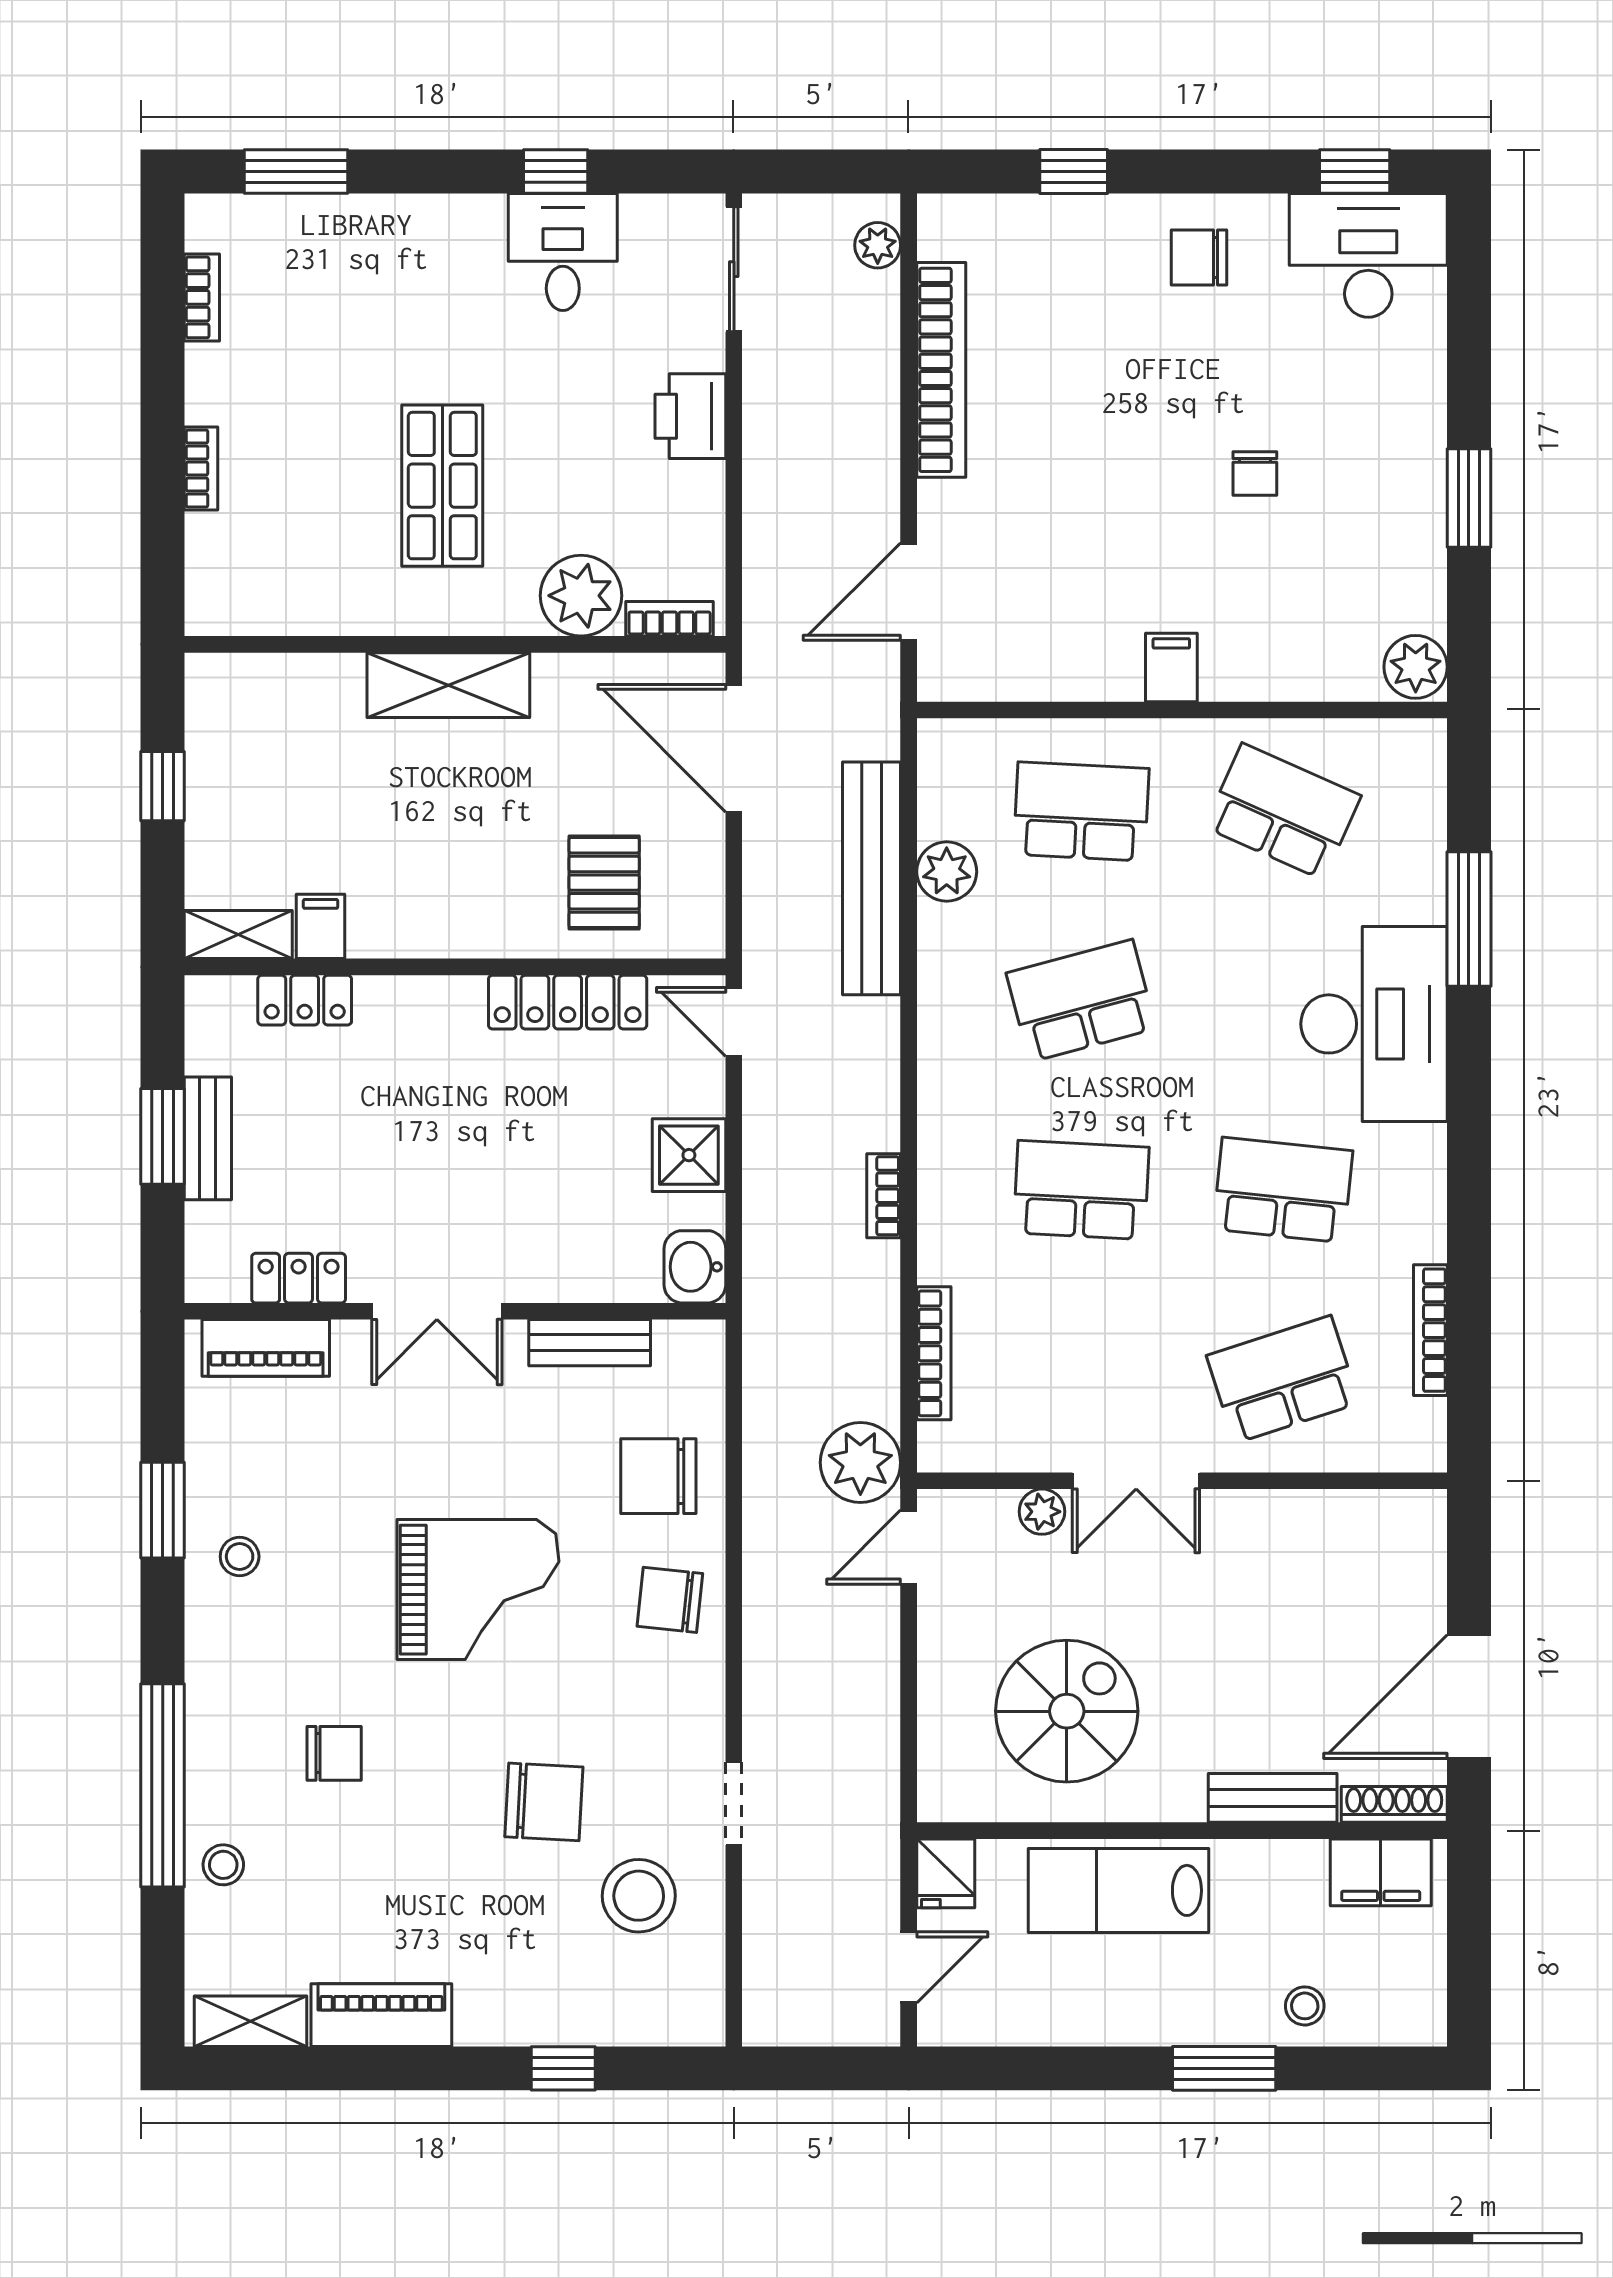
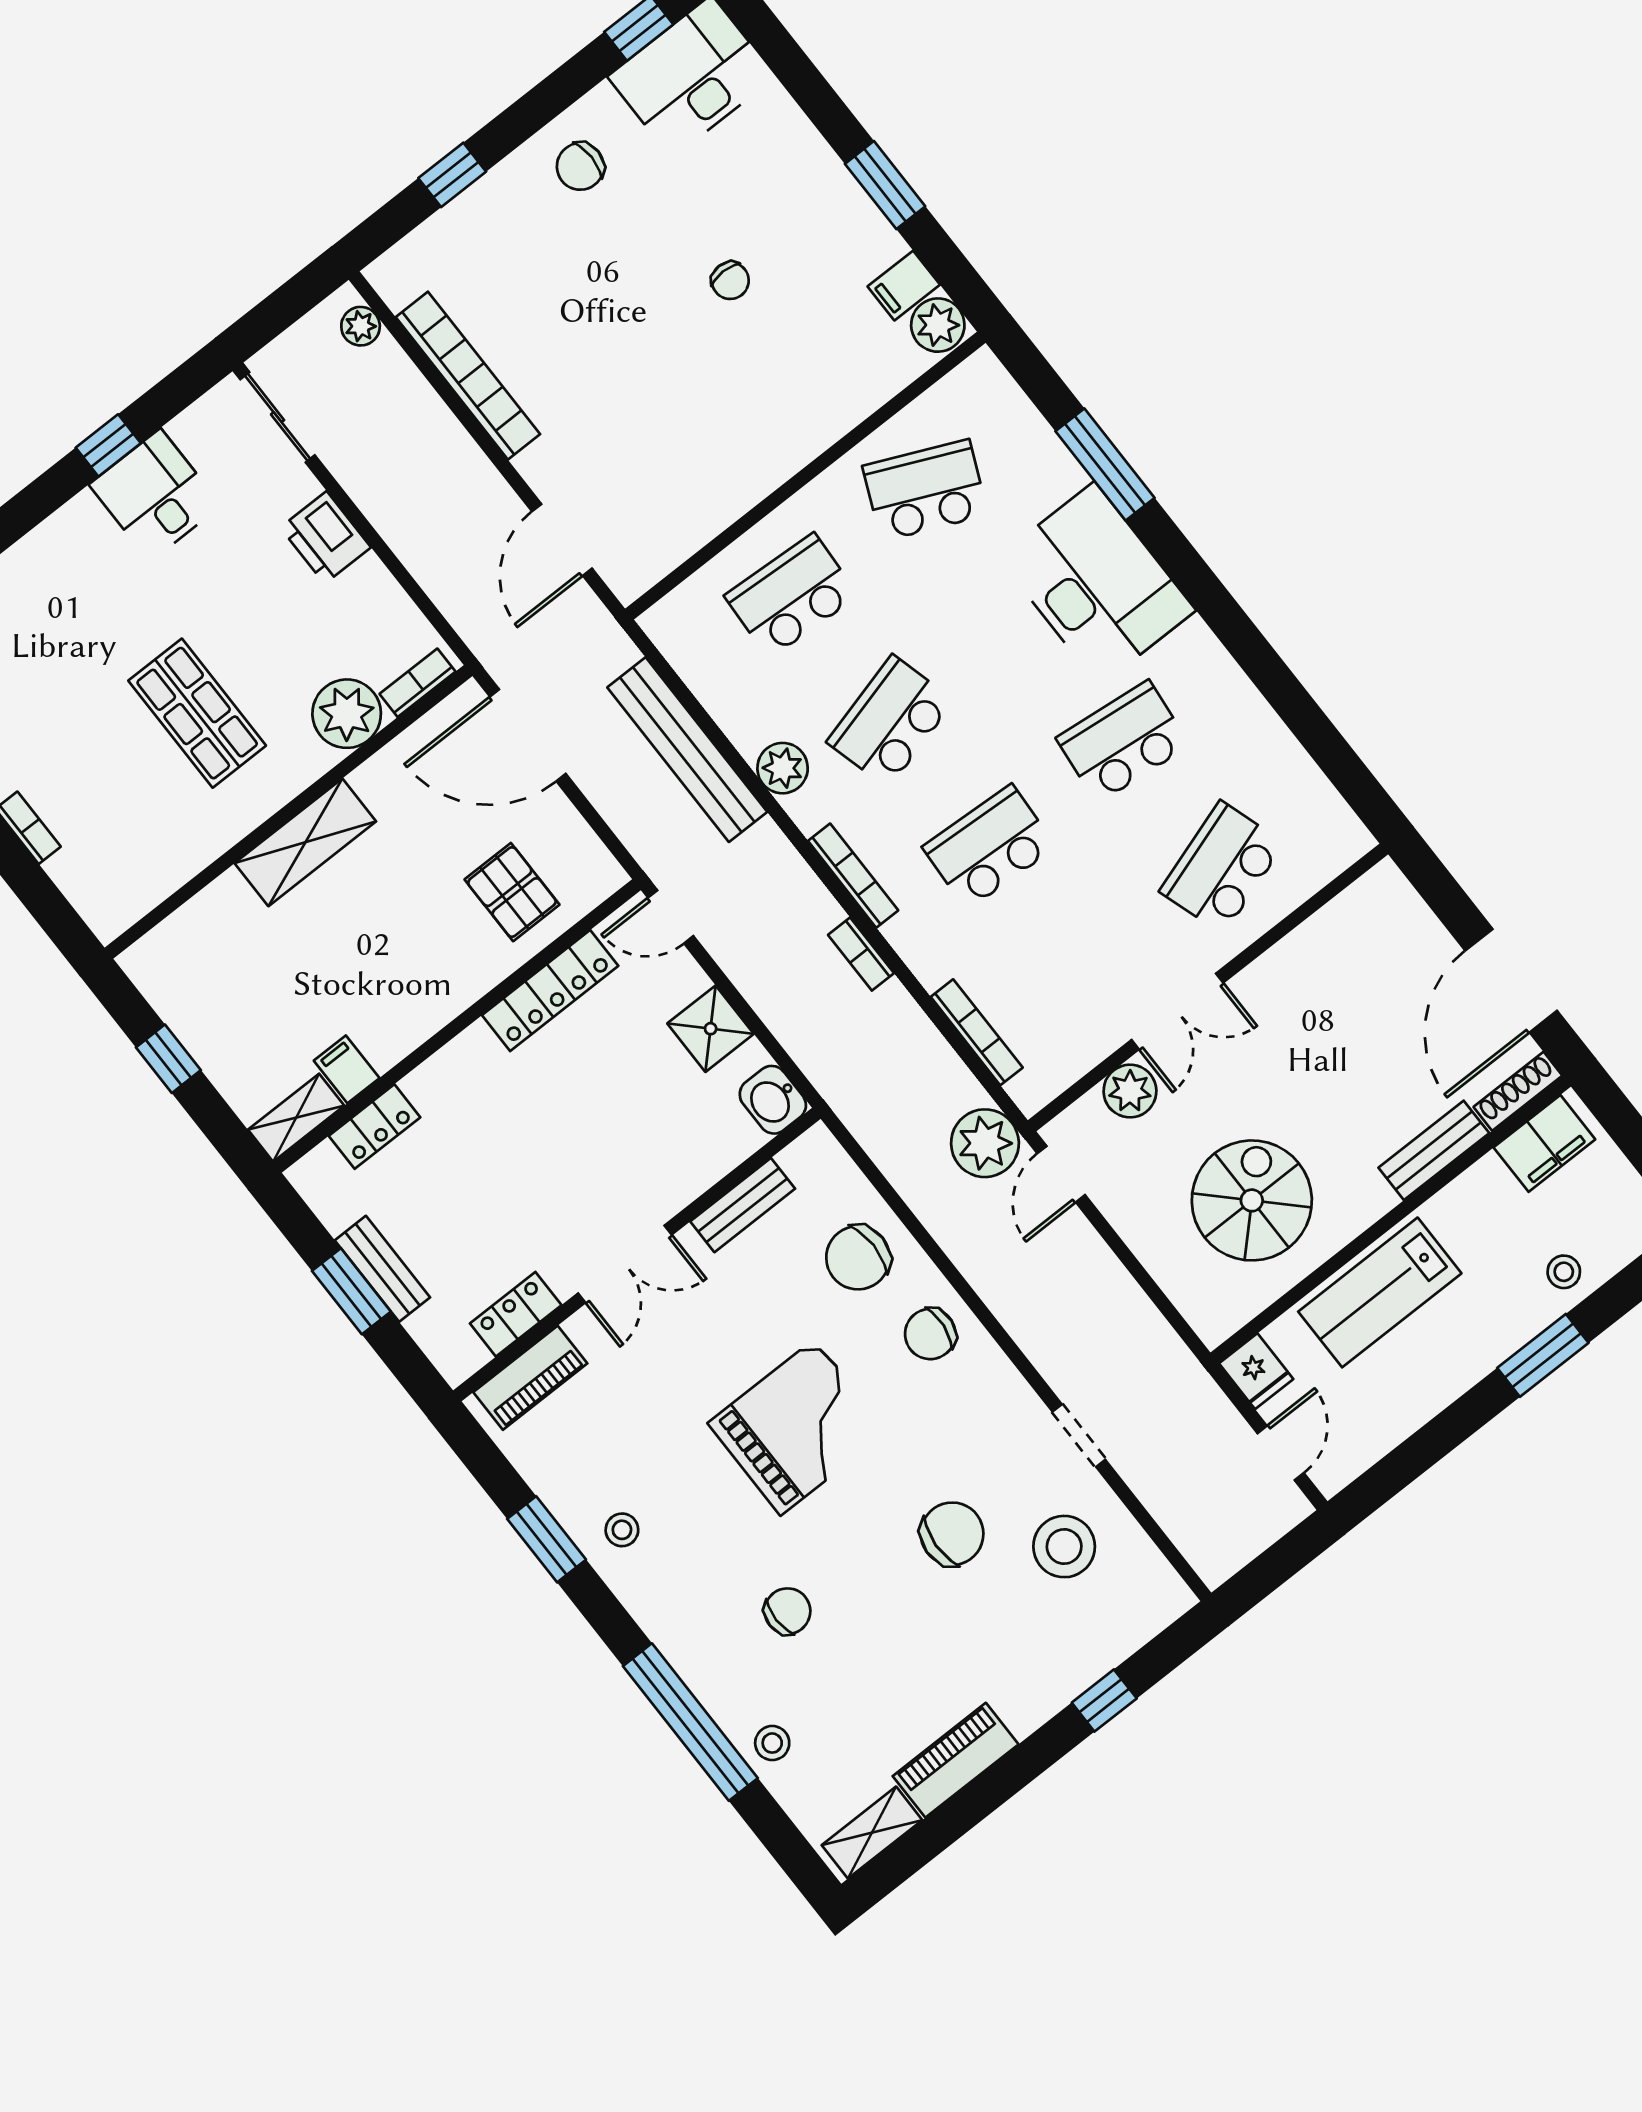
filing cabinet: (1171, 667) -> (904, 286), moved, turned -90
plant: (947, 872) -> (783, 768), moved
bookcase: (1430, 1330) -> (853, 876), moved, turned 180
plant: (1042, 1512) -> (1130, 1091), width x1.38, depth x1.38

